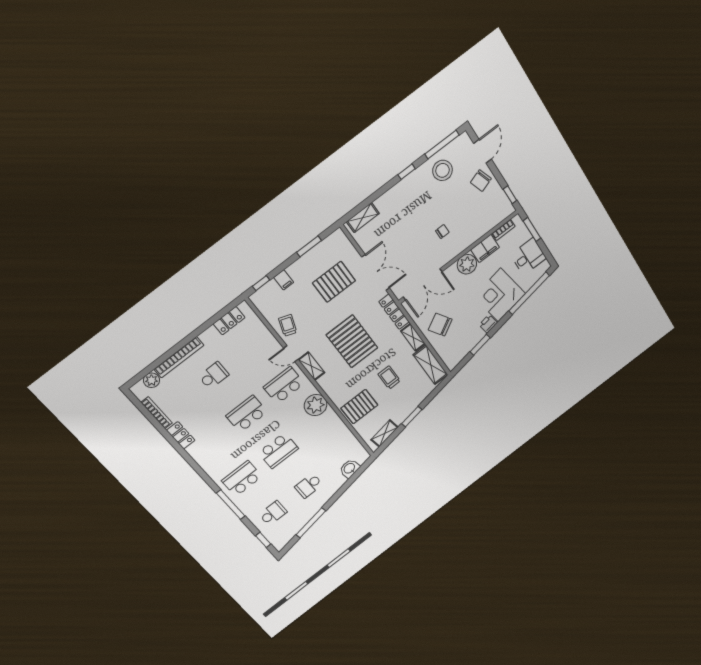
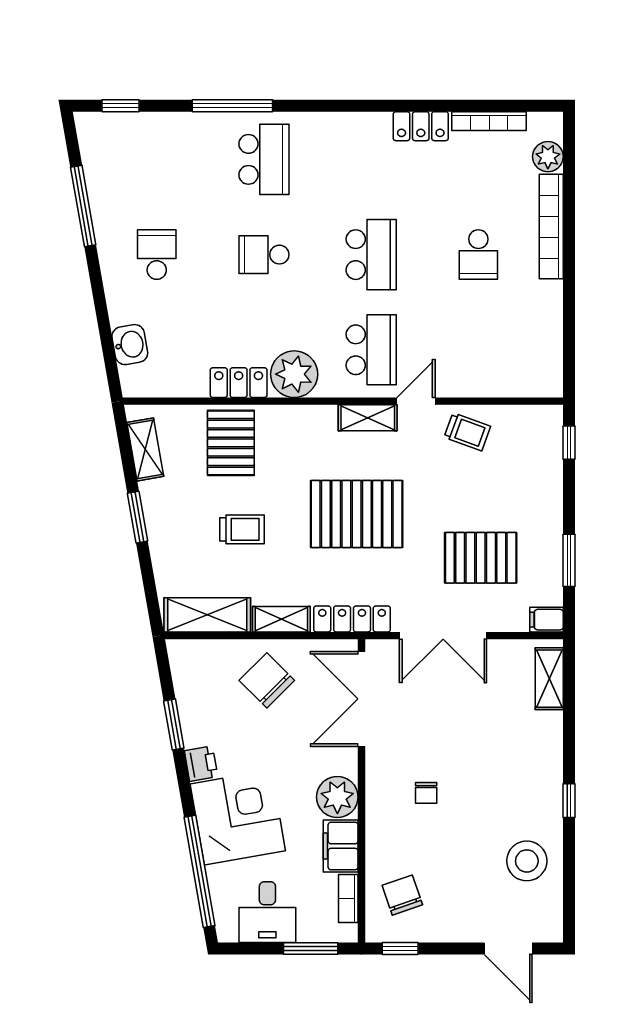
window: (442, 145) -> (569, 888), removed
chair: (481, 181) -> (402, 895), moved
filing cabinet: (284, 280) -> (547, 620), moved
pallet: (334, 282) -> (481, 558), turned 90
locker: (229, 321) -> (239, 383), moved, turned 90
chair: (440, 325) -> (267, 680), turned -104
school desk: (278, 451) -> (264, 255), width x0.54
school desk: (273, 513) -> (157, 159), removed

